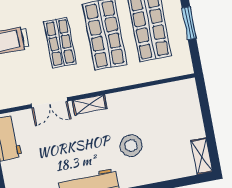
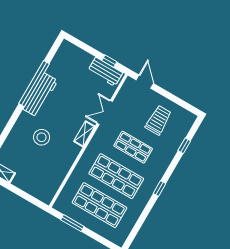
window: (189, 23) -> (72, 223), moved

